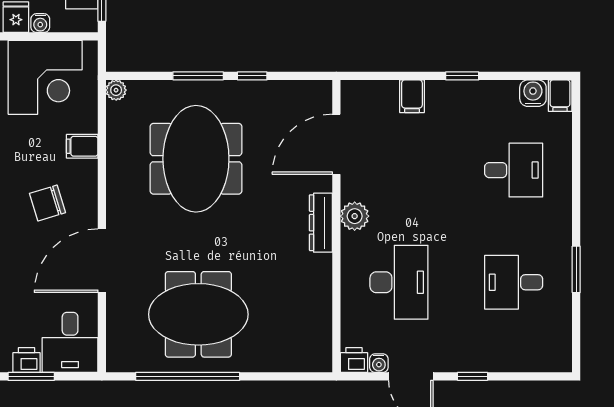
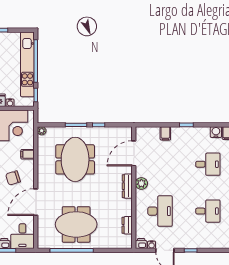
desk: (514, 282) -> (208, 211), turned 180
dresser: (321, 316) -> (127, 225), added

